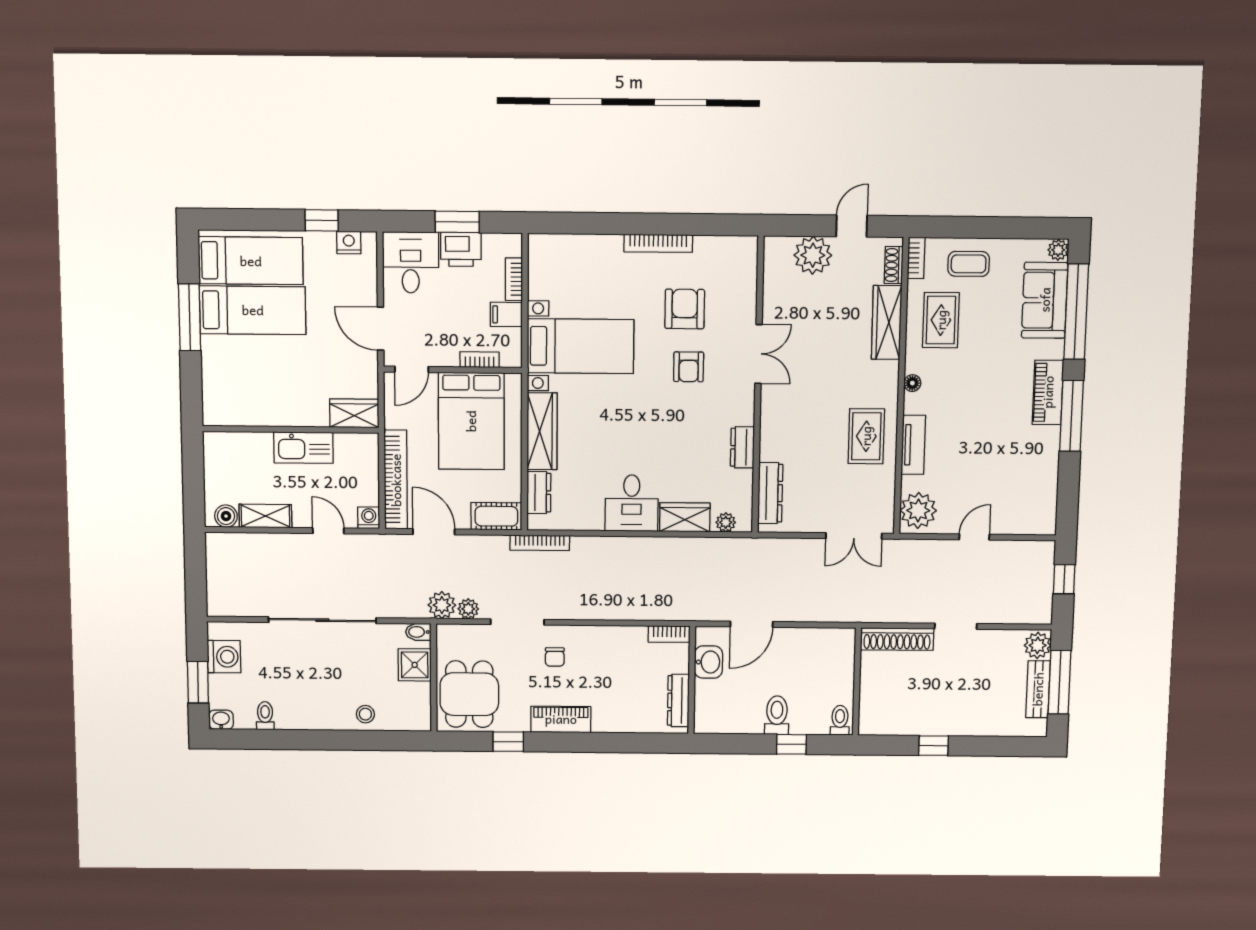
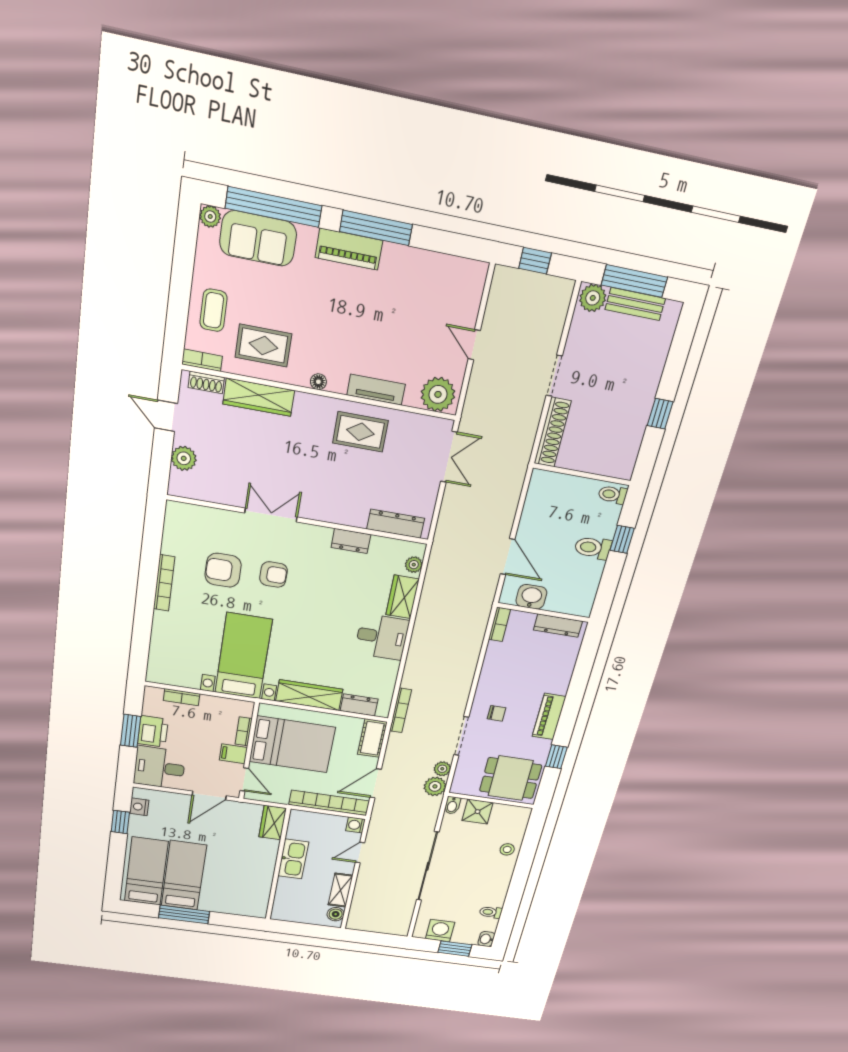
plant: (813, 255) -> (184, 458), width x0.73, depth x0.73
filing cabinet: (506, 314) -> (233, 754), moved, turned 90

